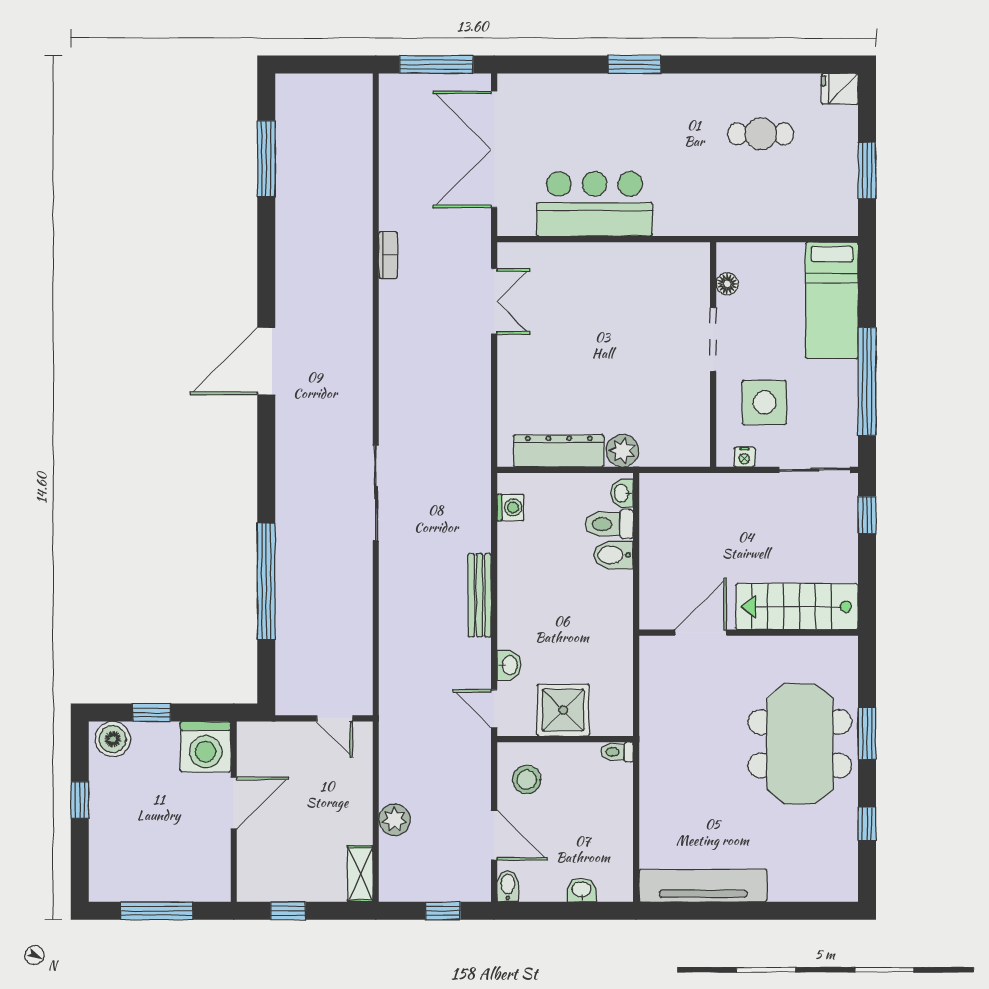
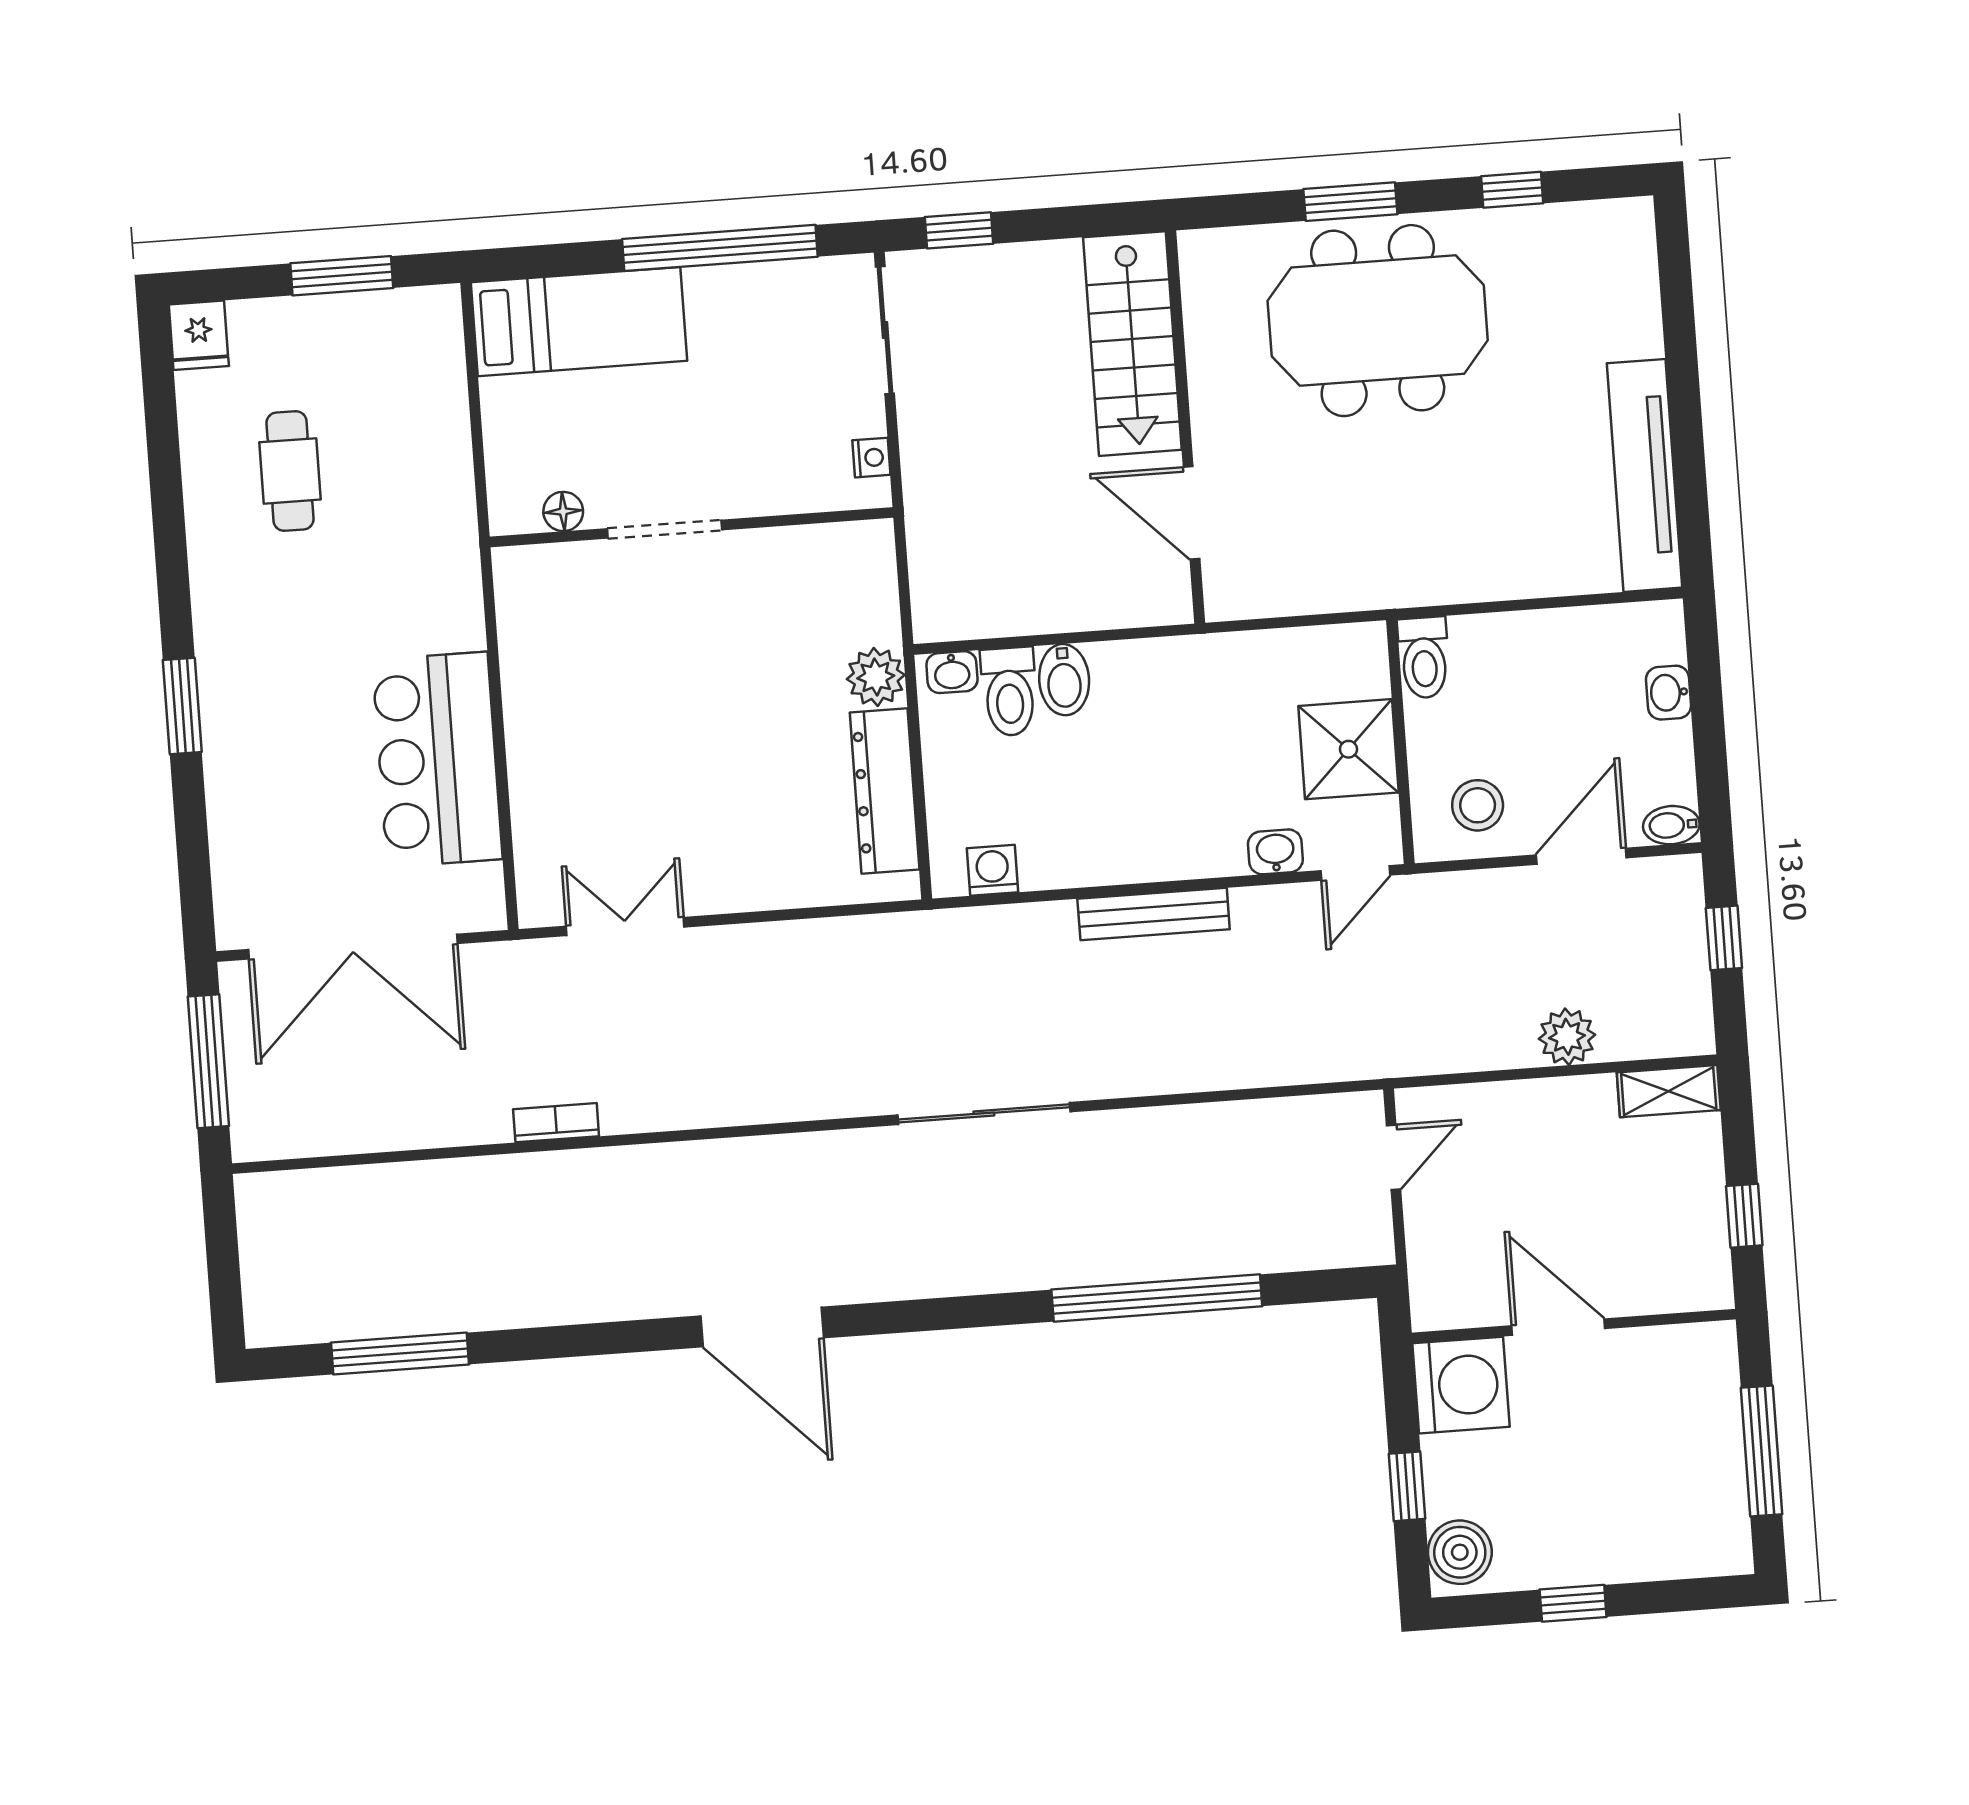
side table: (764, 402) -> (771, 429), removed
toilet: (617, 752) -> (1424, 658), width x1.37, depth x1.39

